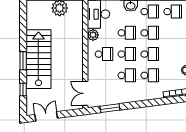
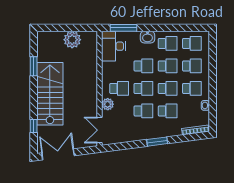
school desk: (173, 33) -> (192, 66), added
plant: (93, 35) -> (108, 104), moved
school desk: (173, 54) -> (192, 88), added
window: (23, 61) -> (34, 66), moved
window: (110, 108) -> (157, 142), moved
double door: (46, 116) -> (58, 154), width x1.37

